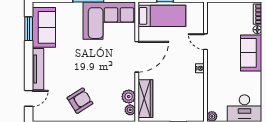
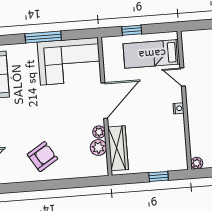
bed: (162, 16) -> (152, 54), moved, turned 180
plant: (130, 110) -> (99, 132), moved

